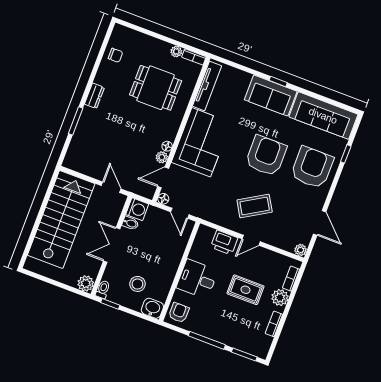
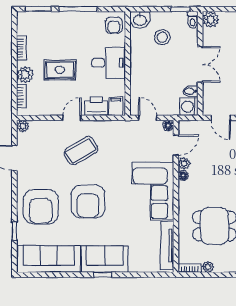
filing cabinet: (206, 235) -> (116, 106), added

